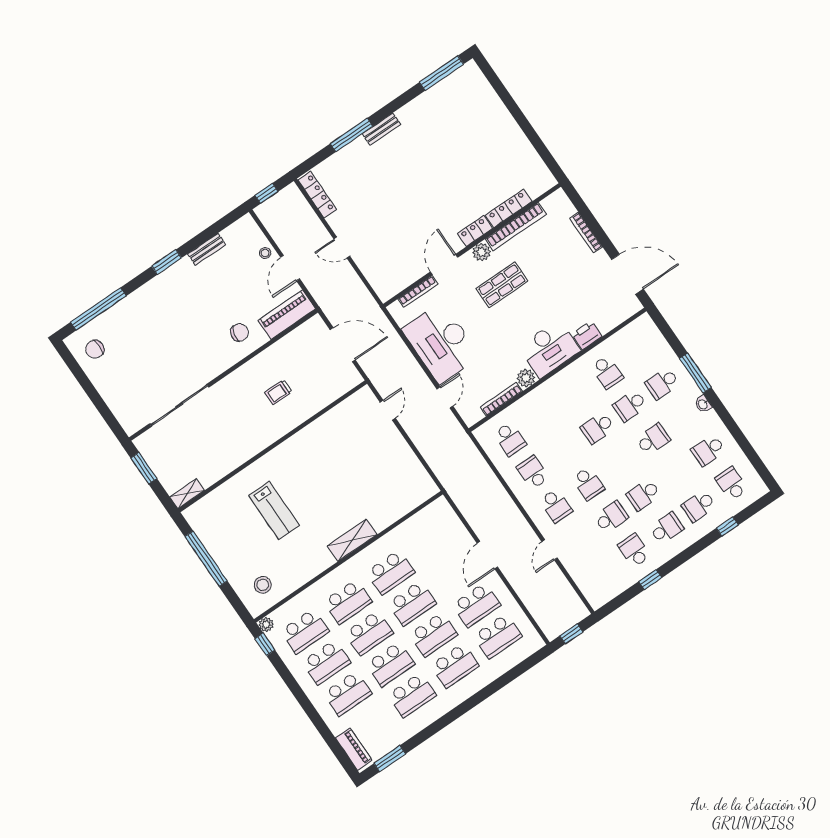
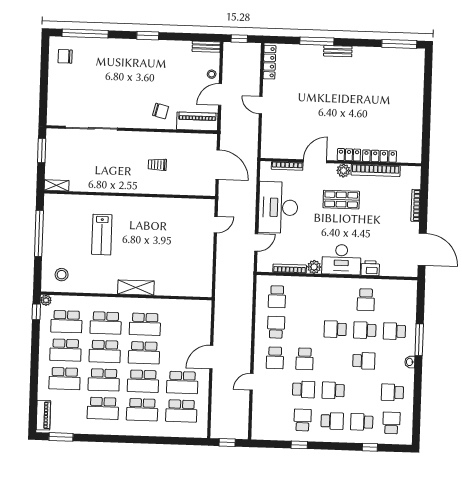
bench: (207, 249) -> (206, 47), moved

